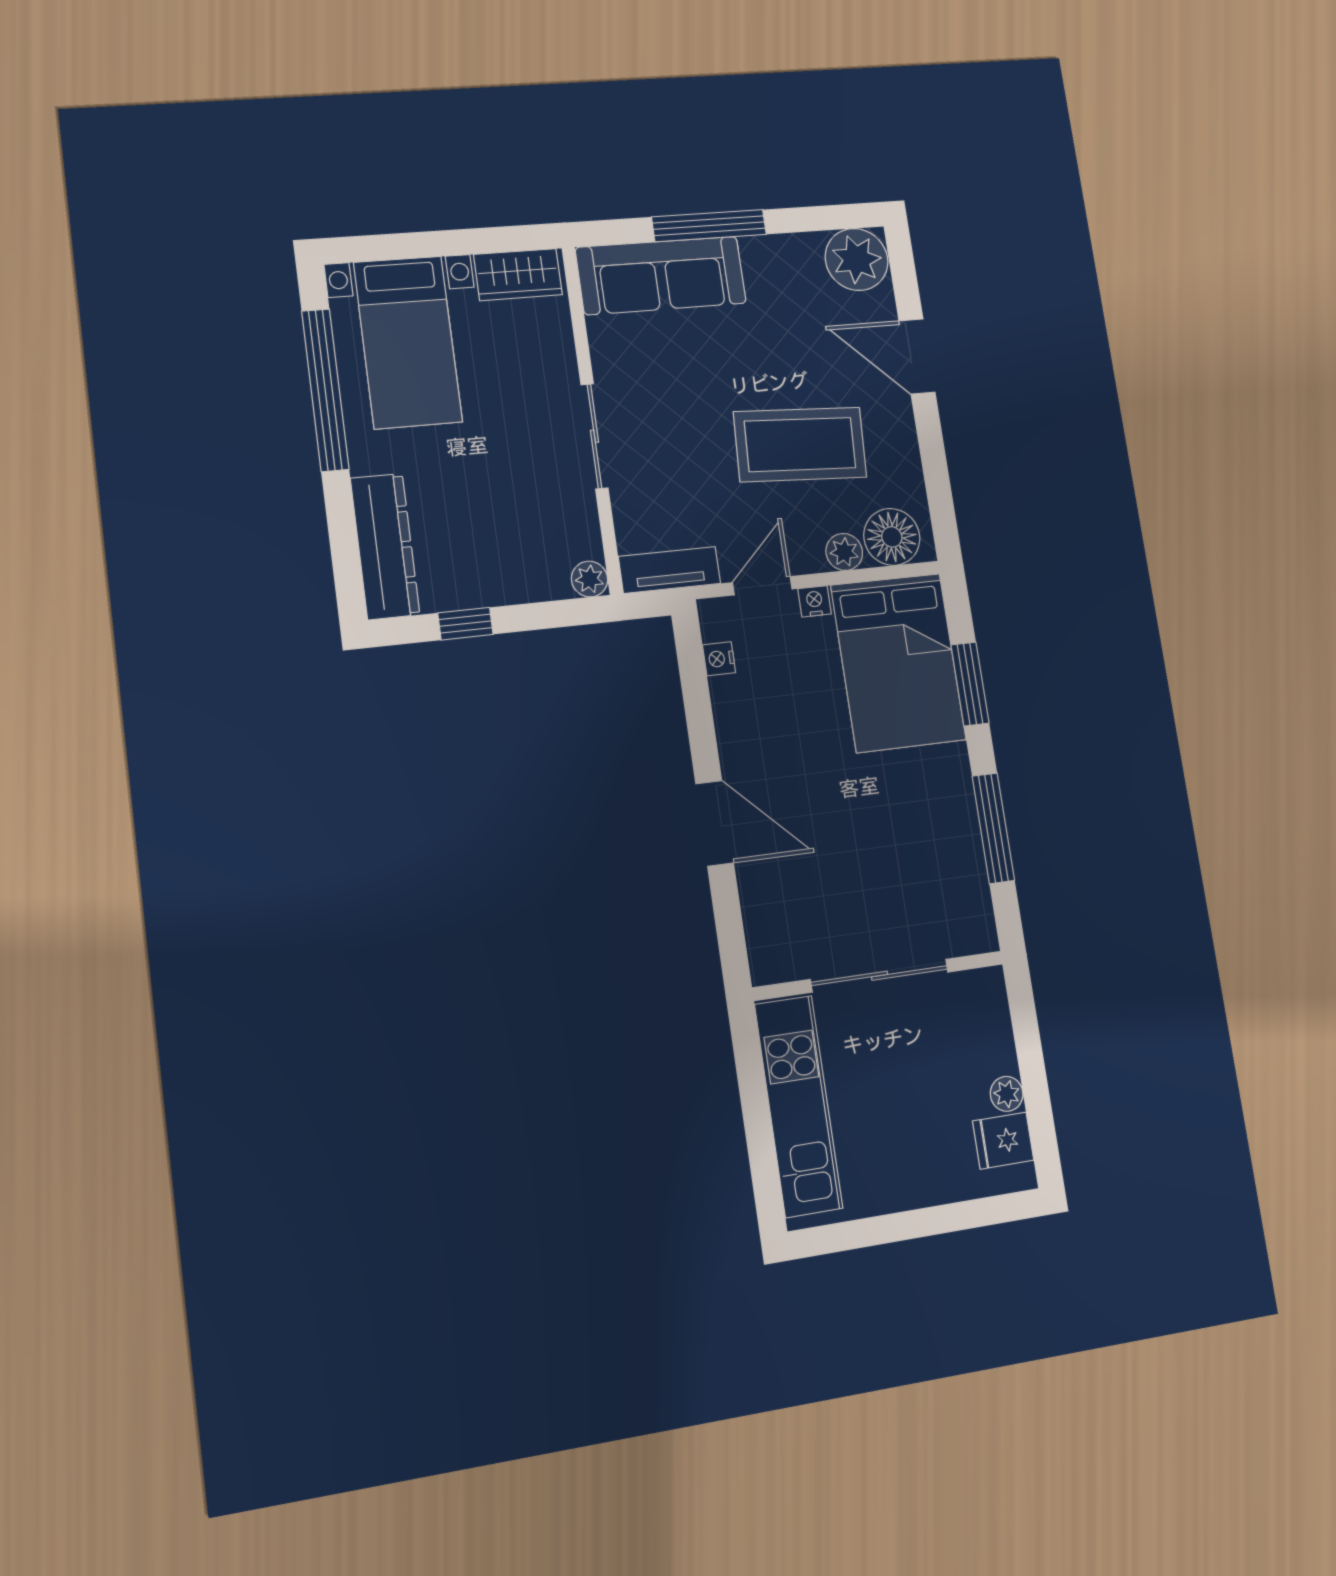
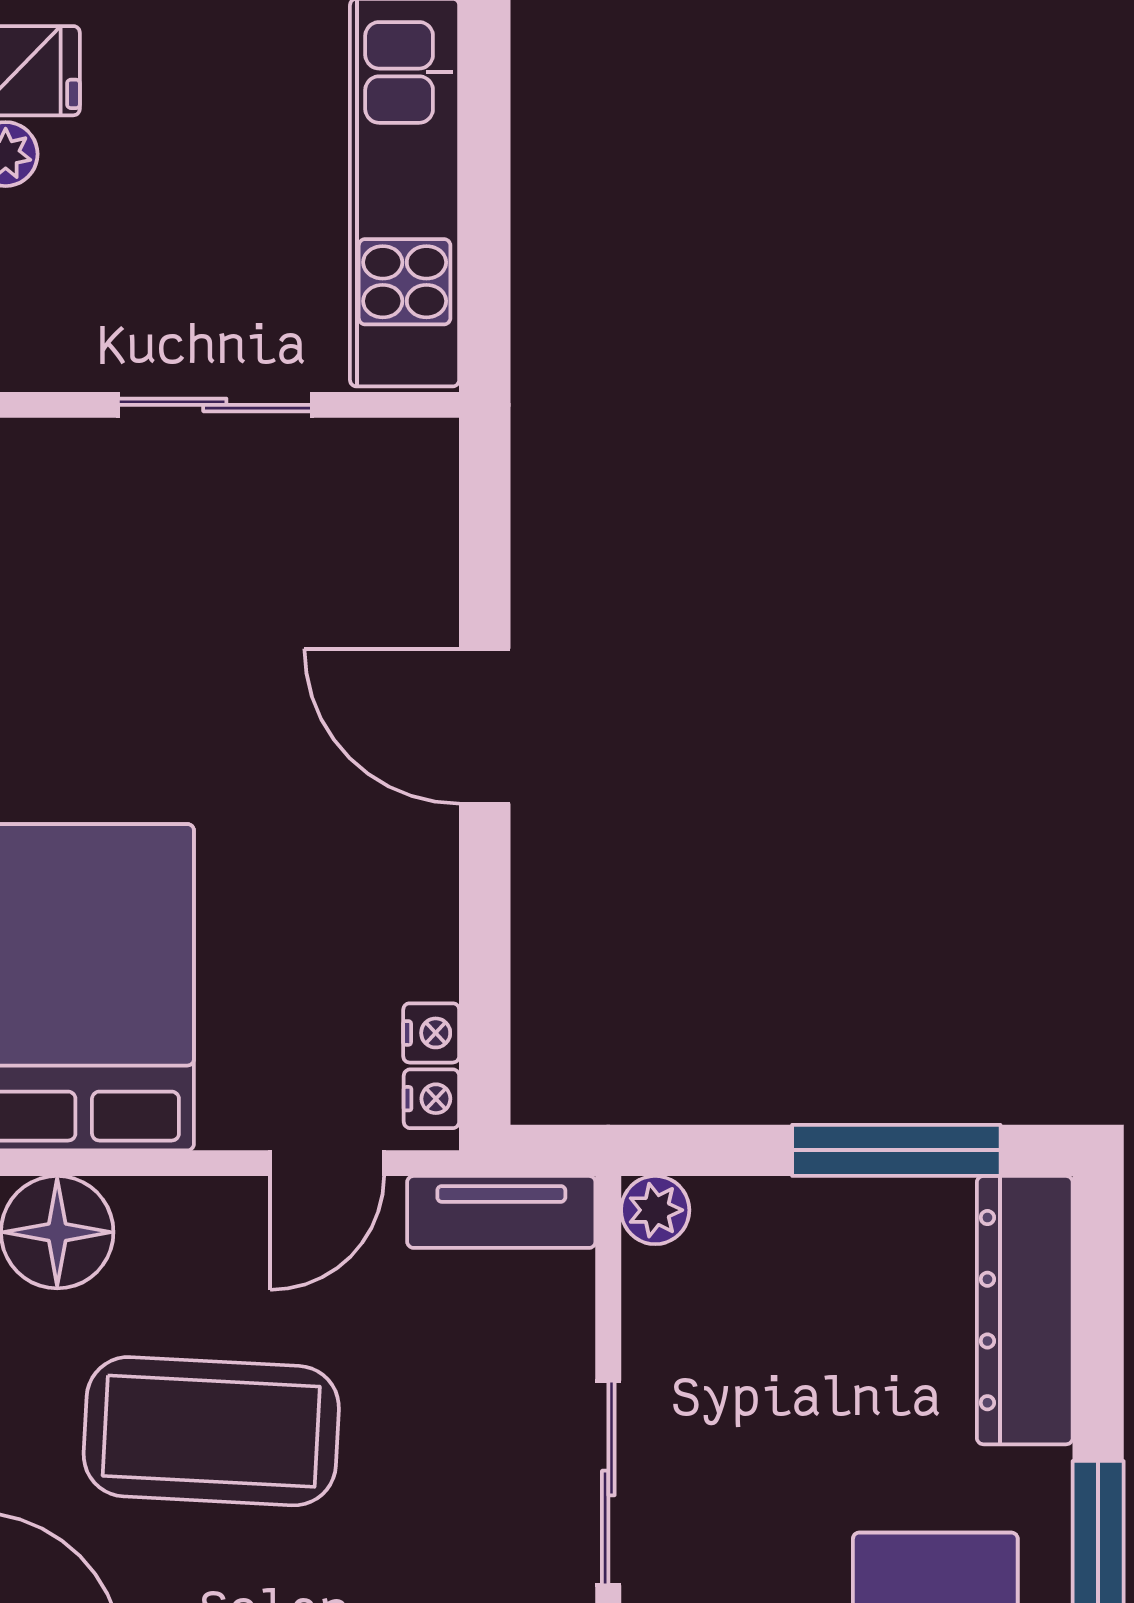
plant: (844, 552) -> (157, 1212), removed
nightstand: (814, 601) -> (431, 1099), moved, turned -90
window: (465, 624) -> (896, 1150), width x2.17
sliding door: (880, 976) -> (215, 405), width x0.73

